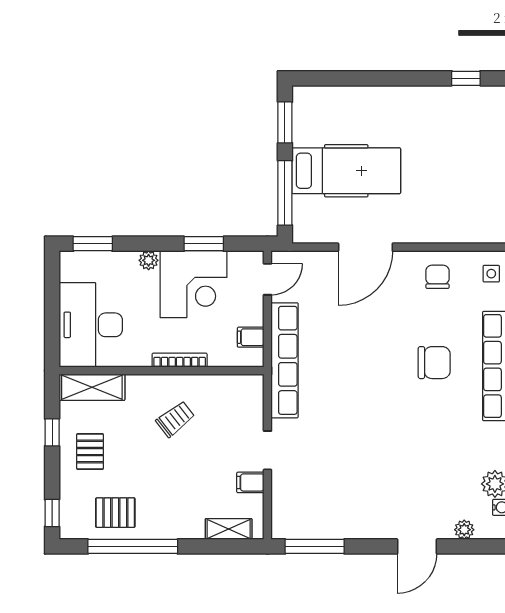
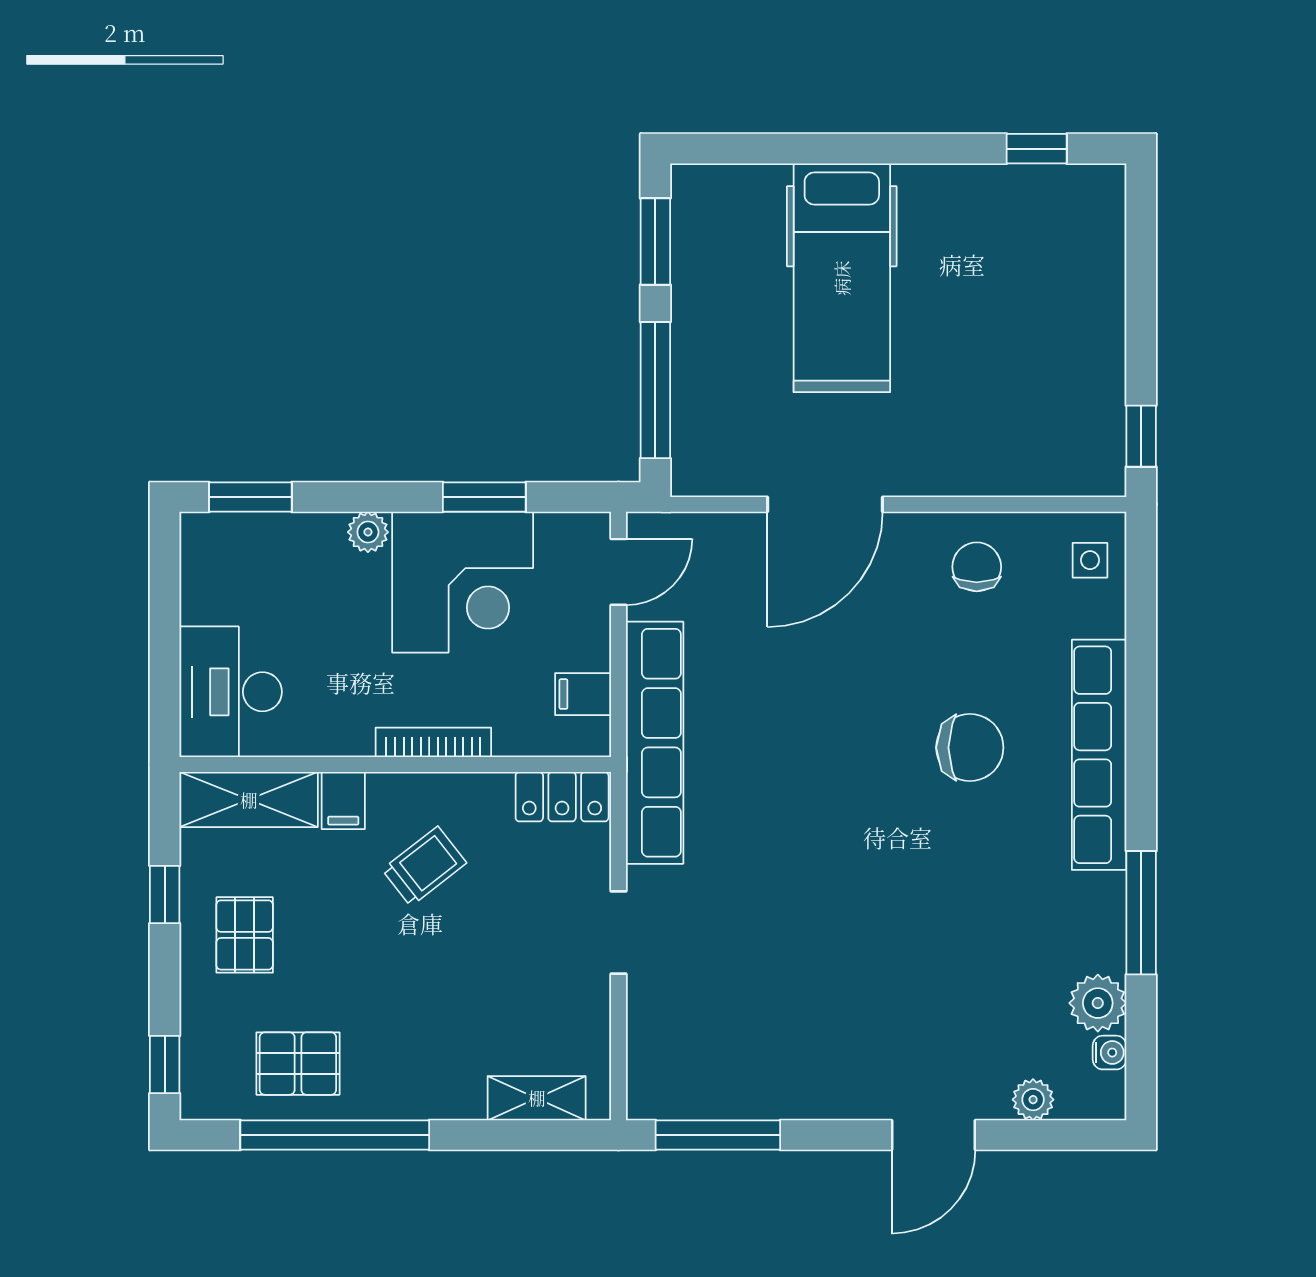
hospital bed: (346, 171) -> (842, 278), moved, turned 90
desk: (91, 325) -> (231, 692), width x0.73, depth x0.77
locker: (241, 386) -> (562, 797), added
filing cabinet: (250, 482) -> (343, 801), moved, turned -90

